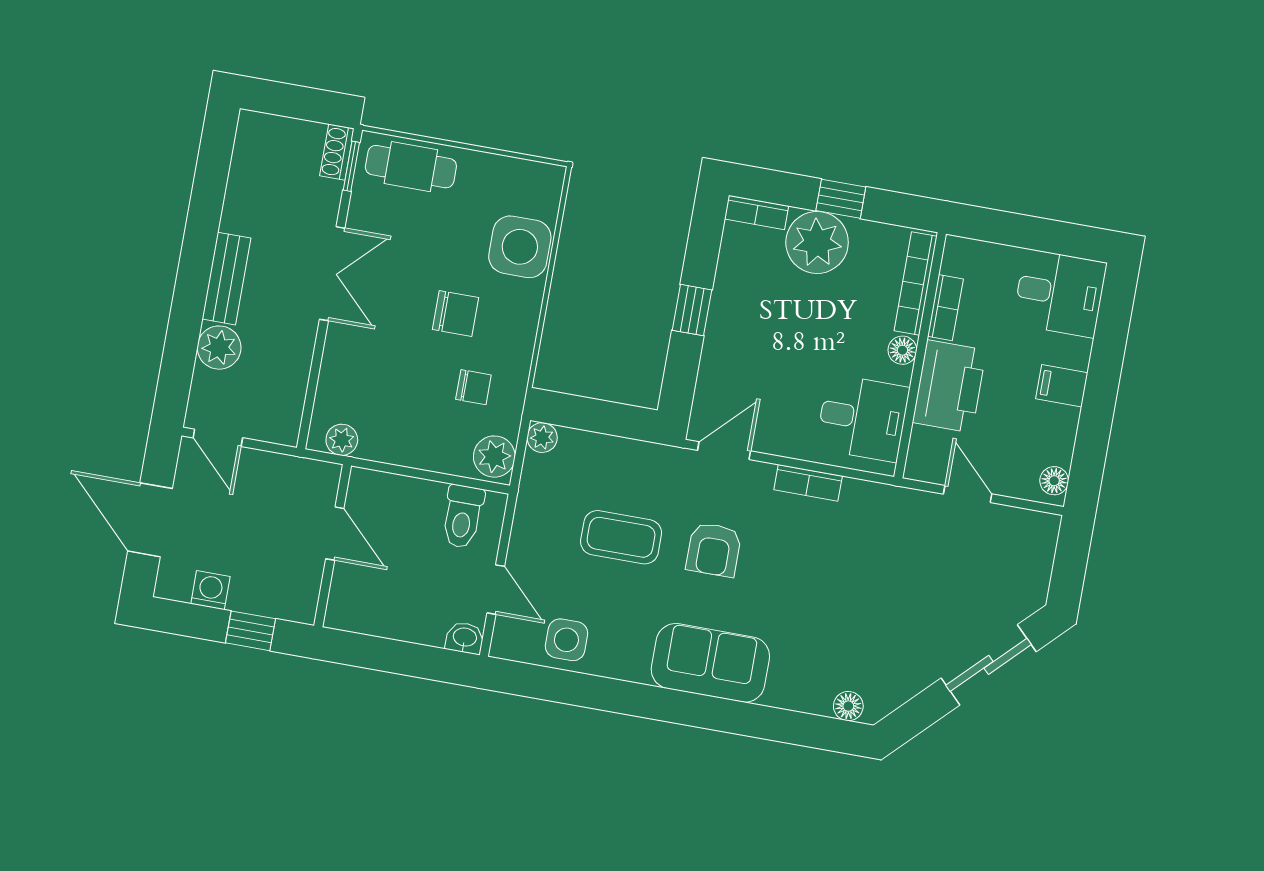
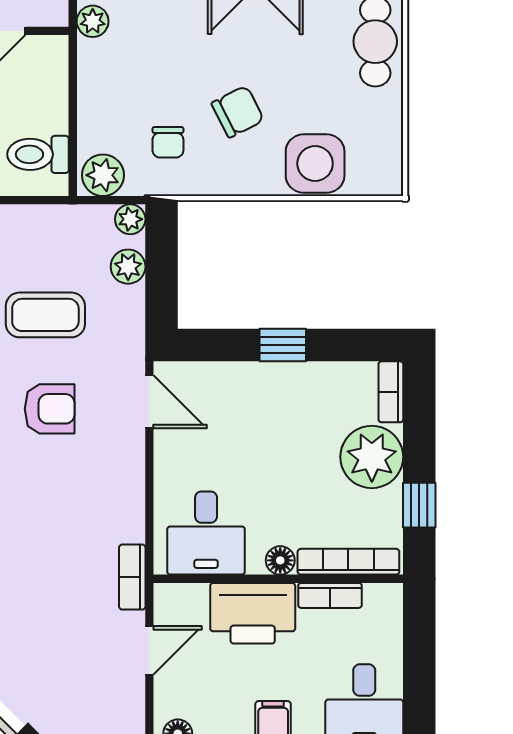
window: (841, 199) -> (419, 505), moved
chair: (456, 313) -> (238, 112), turned -117
plant: (588, 448) -> (128, 267), added
bookcase: (808, 483) -> (132, 577), moved
coffee table: (621, 537) -> (45, 315), turned 90
armchair: (714, 550) -> (50, 409), turned 180

